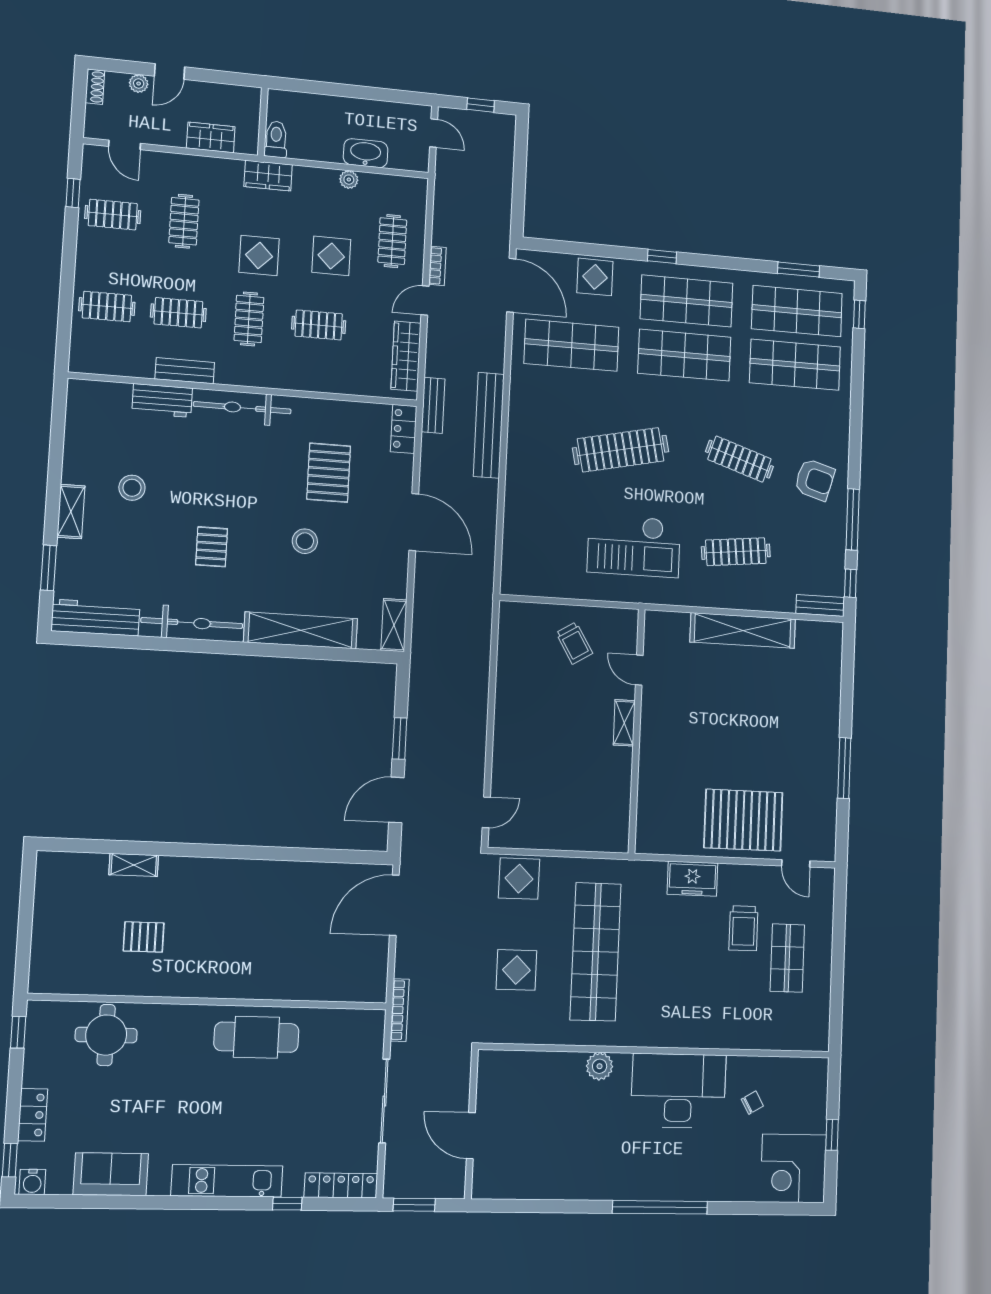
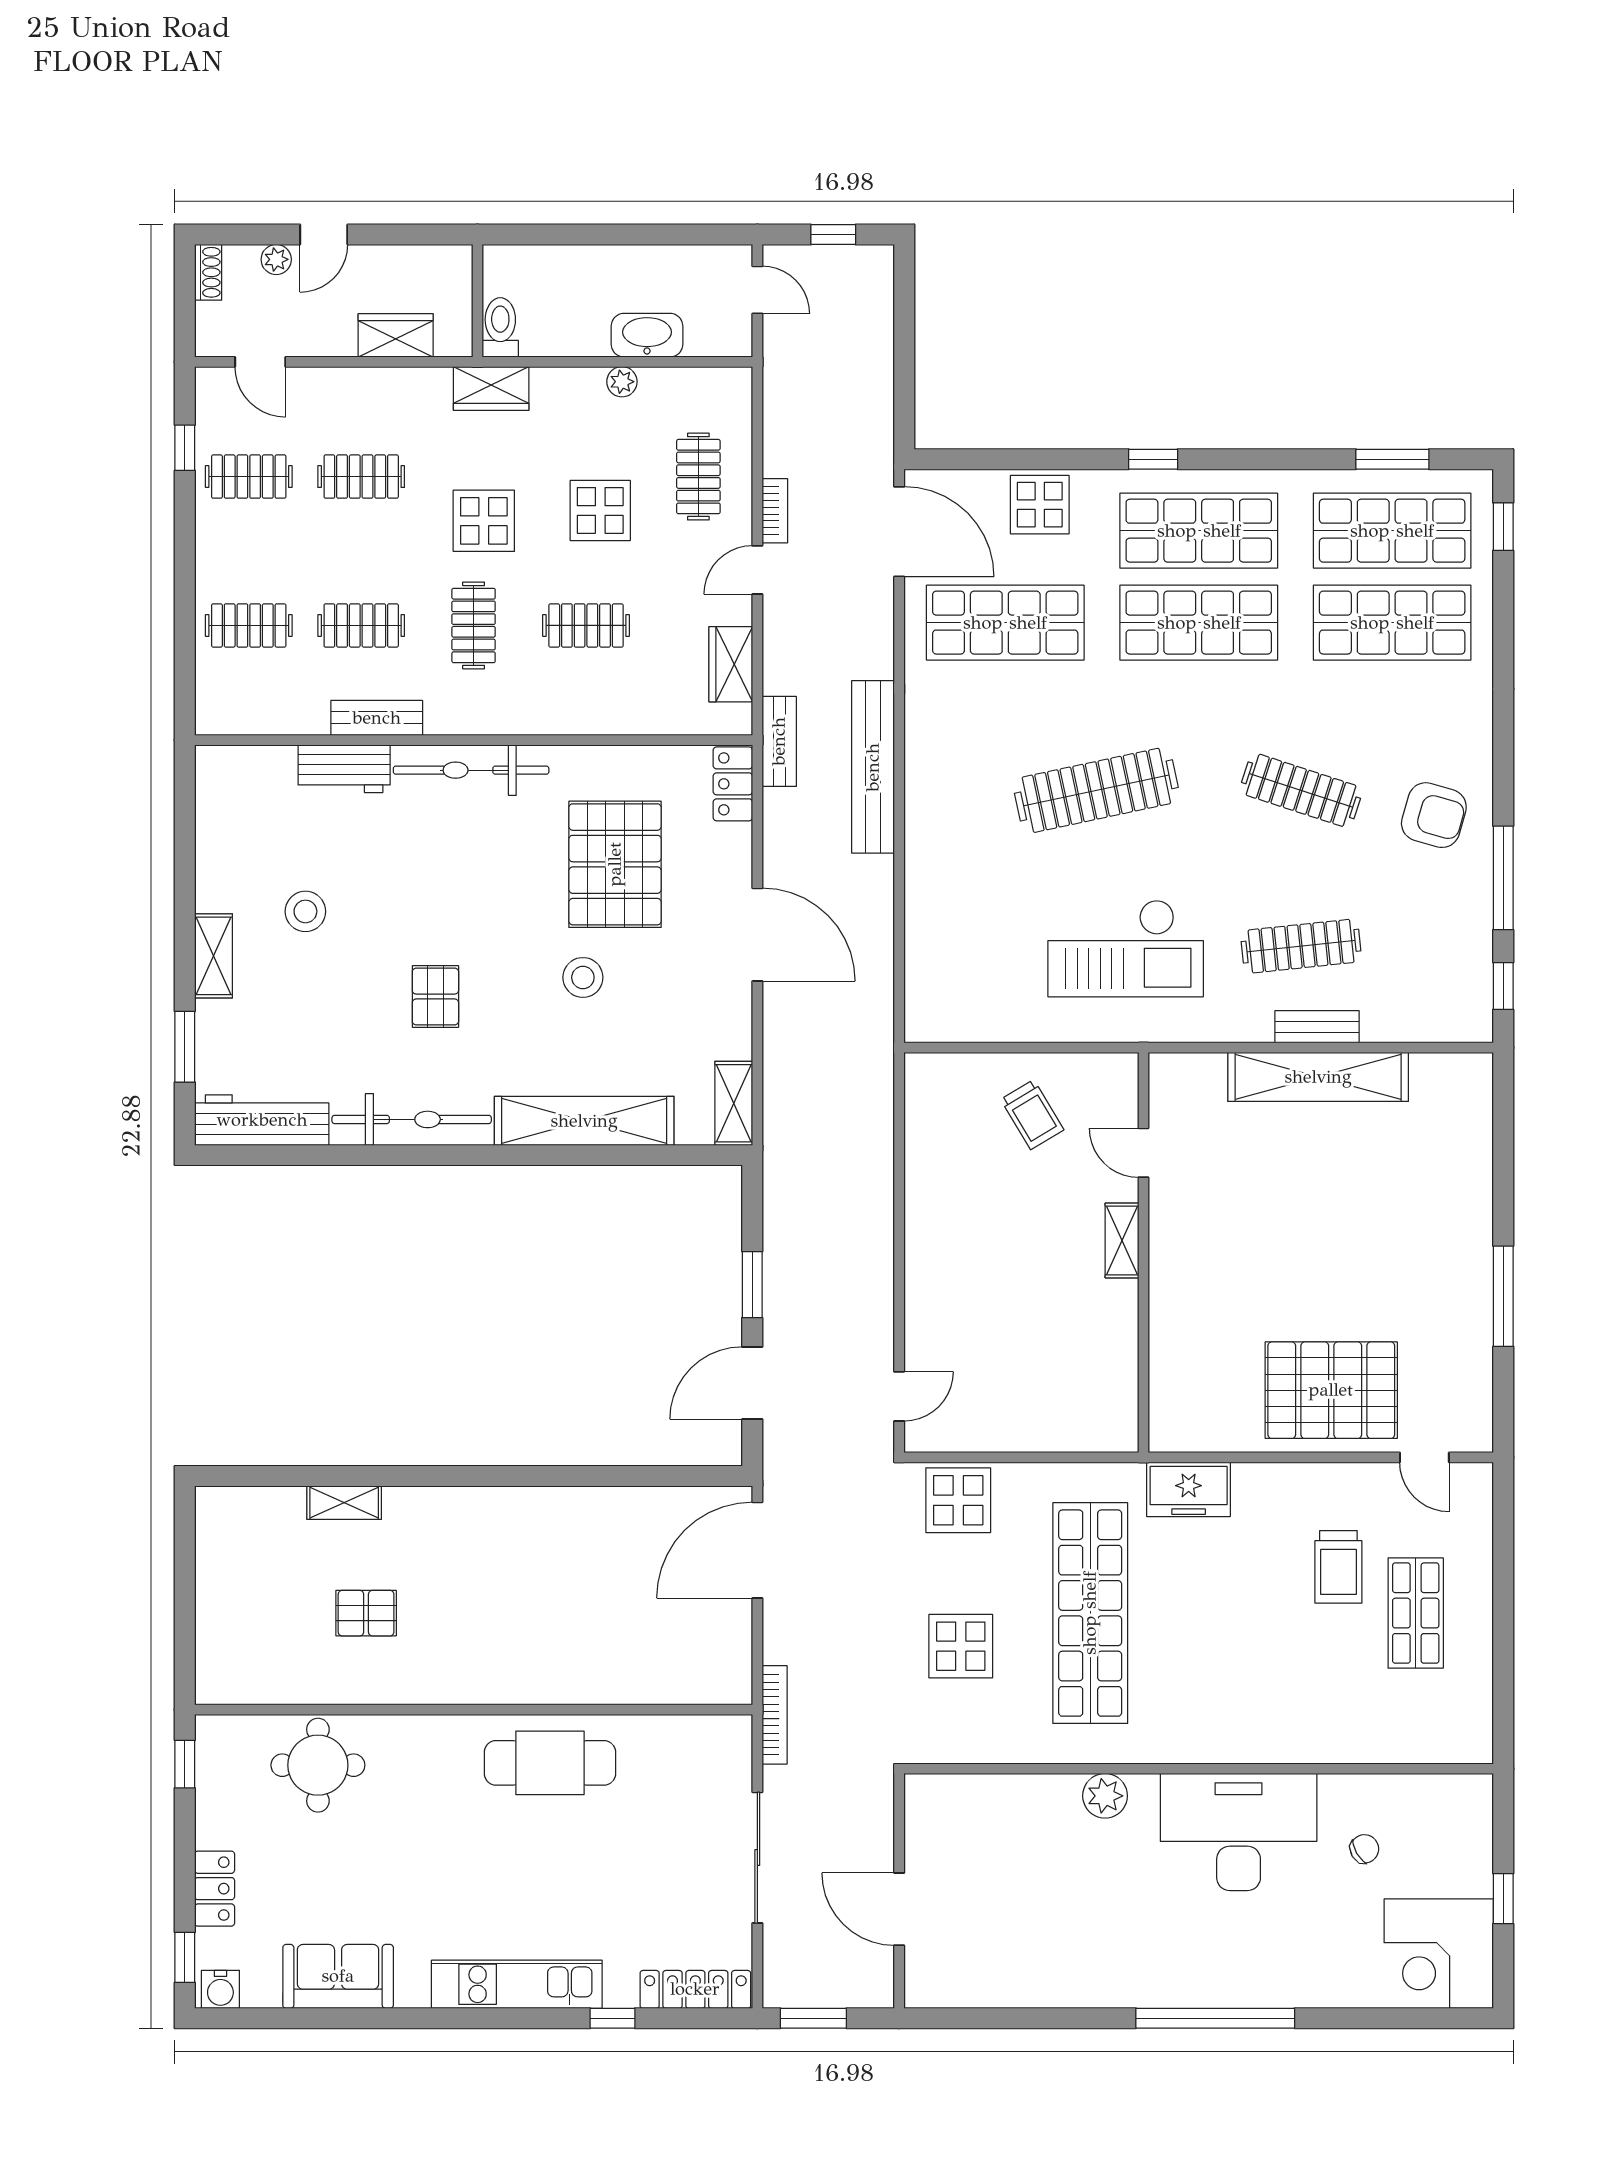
clothes rail: (184, 221) -> (361, 477), turned 90
wardrobe: (406, 356) -> (731, 664), width x0.67
pallet: (329, 473) -> (615, 864), width x1.37, depth x1.41
bench: (820, 605) -> (1317, 1027), moved
freezer: (692, 879) -> (1189, 1489), moved

